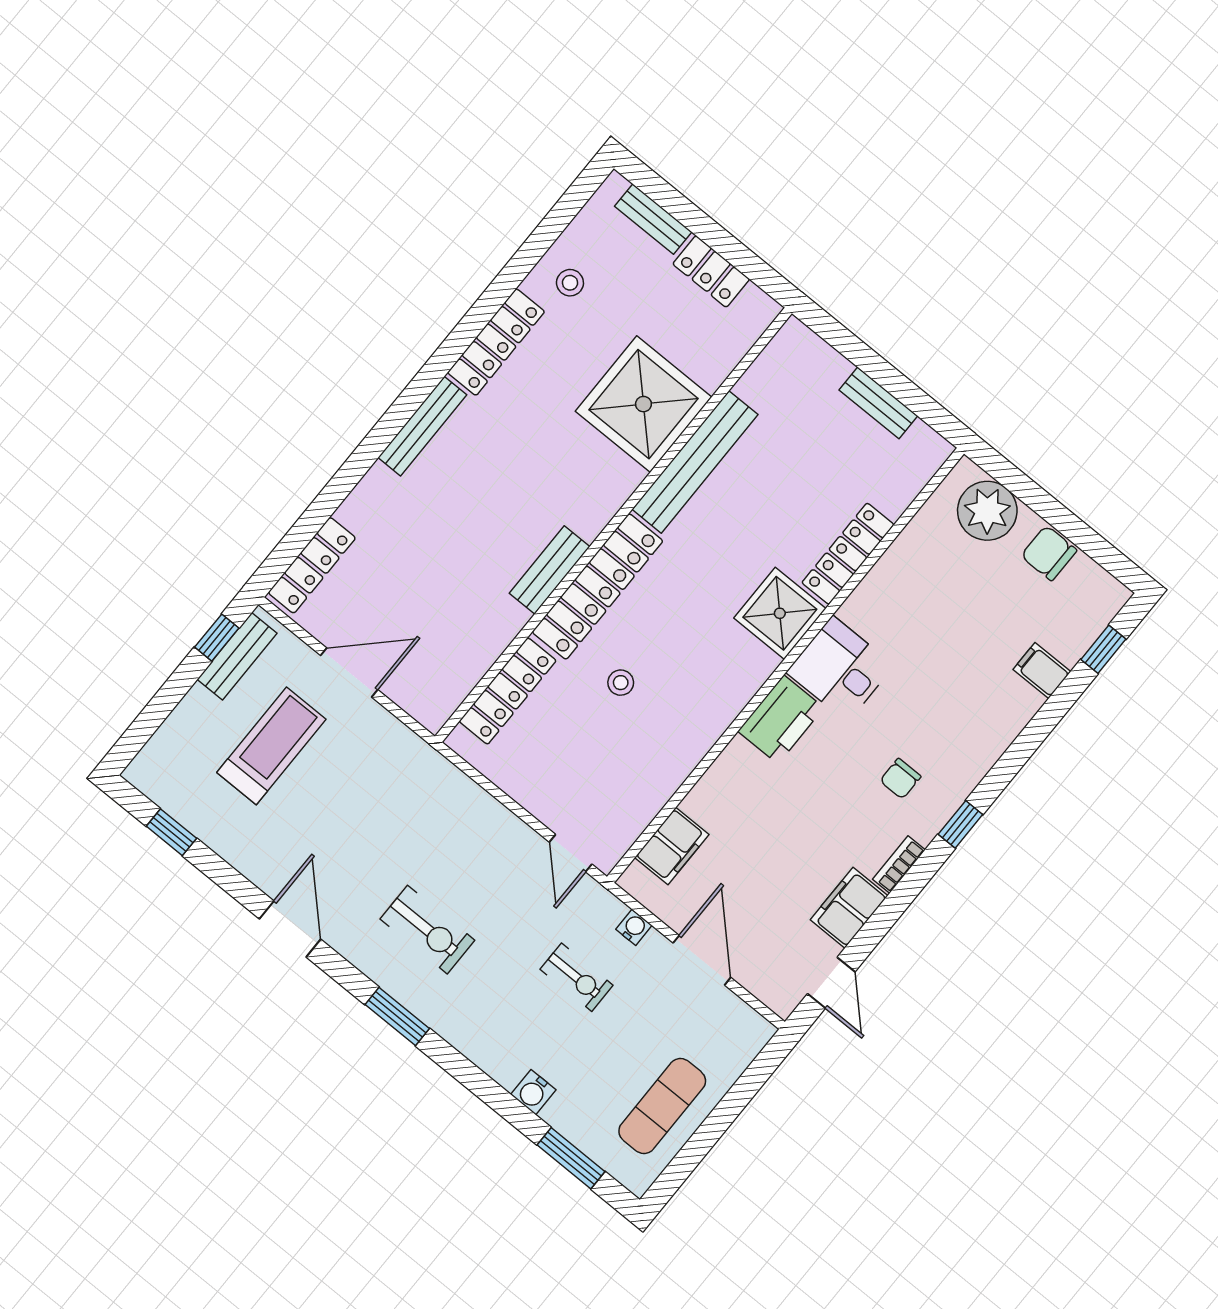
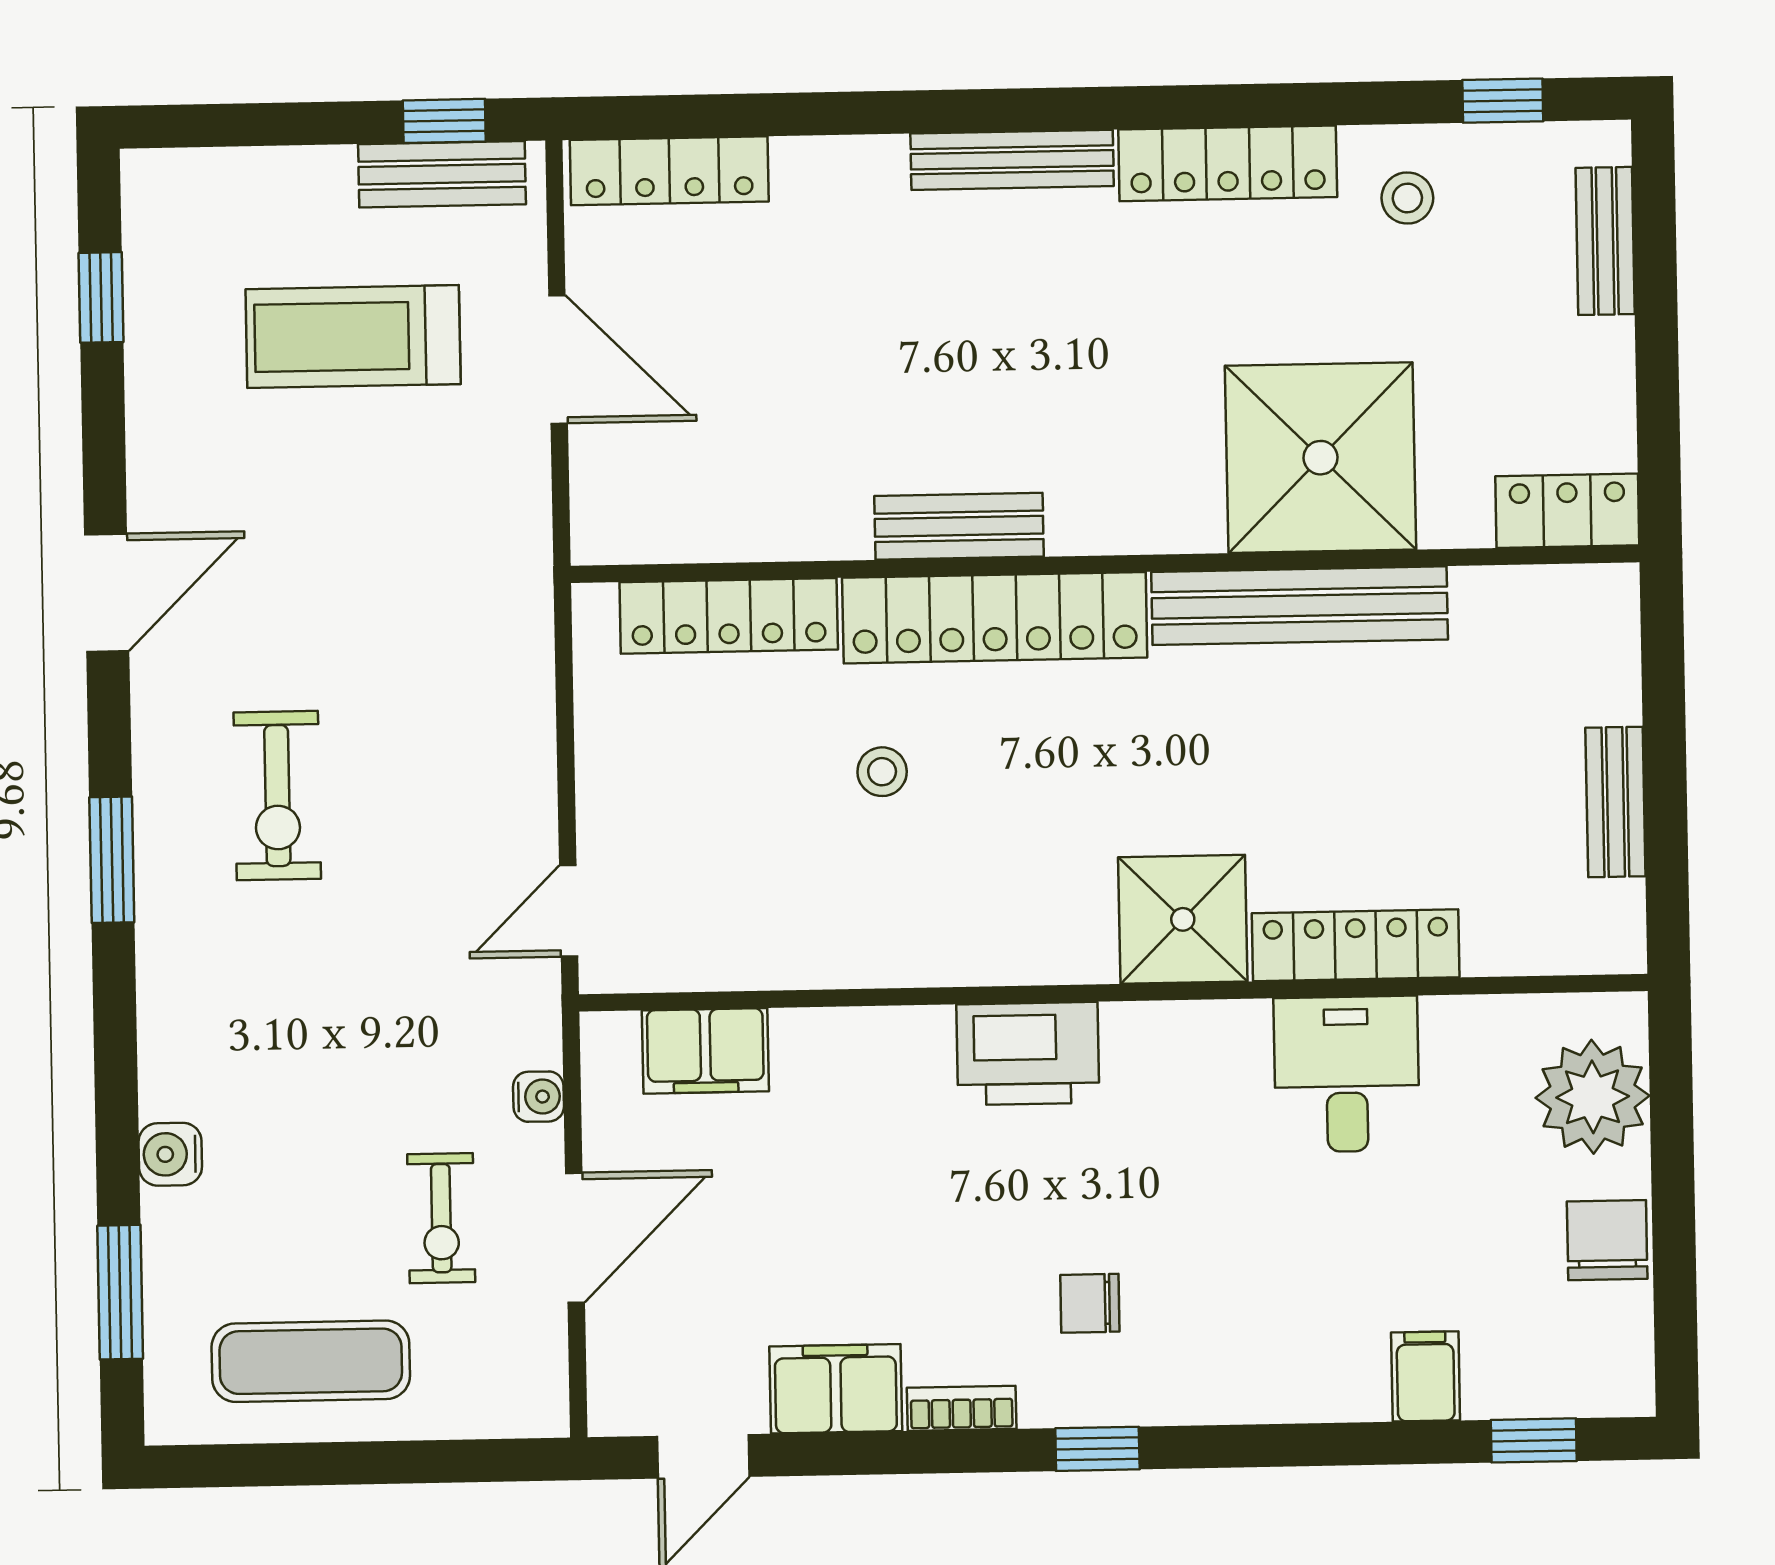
window: (563, 212) -> (1503, 101), added
locker: (711, 271) -> (1567, 511), moved, turned 90
desk: (840, 669) -> (1347, 1074), moved
treadmill: (271, 746) -> (353, 337), turned 180
exercise bike: (577, 977) -> (441, 1218), moved

